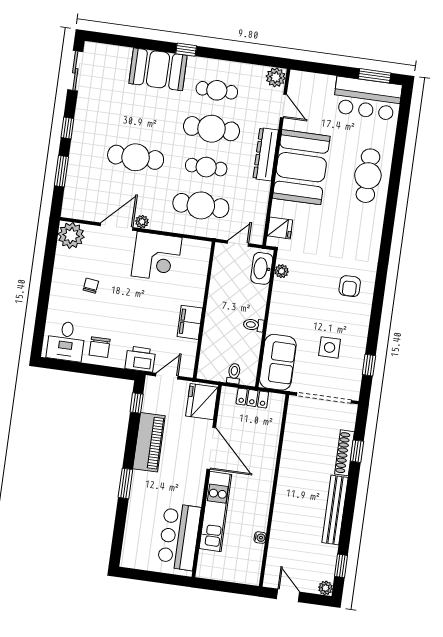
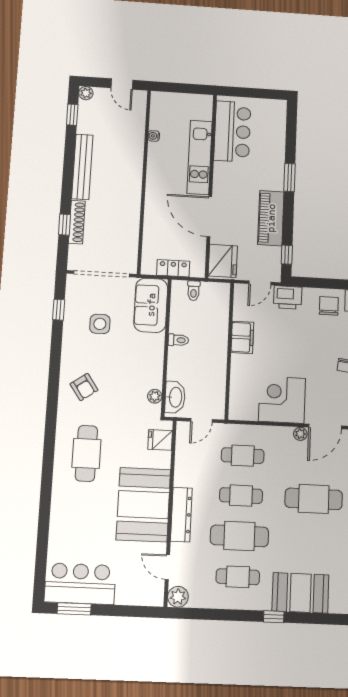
cafe table: (368, 176) -> (86, 453), moved
cafe table: (201, 205) -> (243, 456), width x0.73, depth x0.74
armchair: (350, 286) -> (84, 387), turned 145

